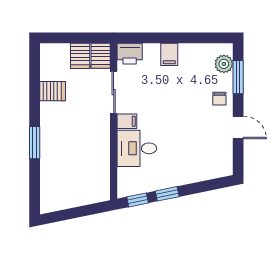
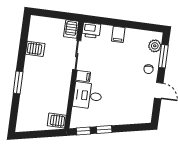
server rack: (80, 56) -> (57, 121), moved, turned 90

